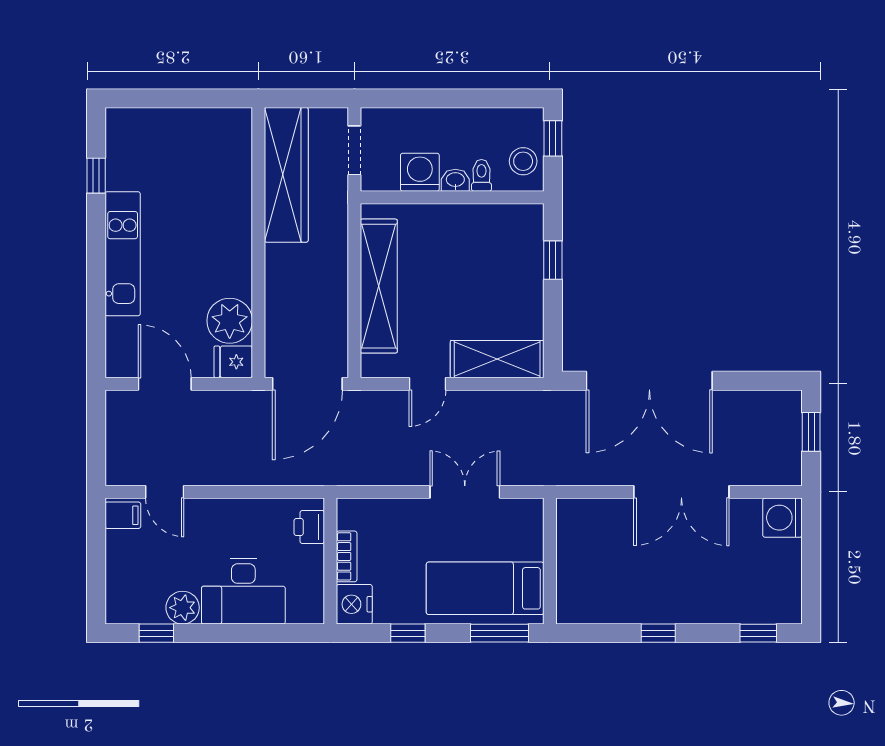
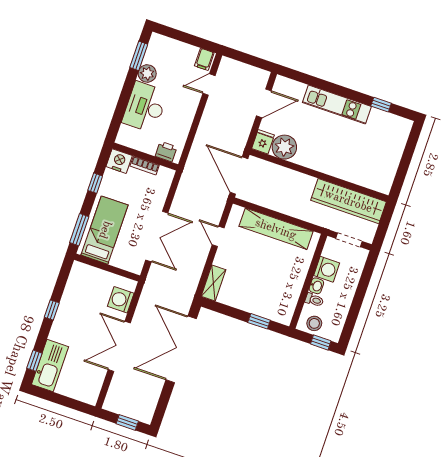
shelving: (497, 359) -> (213, 283), width x0.67, depth x0.75
double door: (465, 492) -> (157, 237), width x1.37
washing machine: (782, 518) -> (121, 300), moved, turned -90
kitchen sink: (757, 603) -> (50, 366), added
window: (156, 633) -> (139, 56), width x1.50

